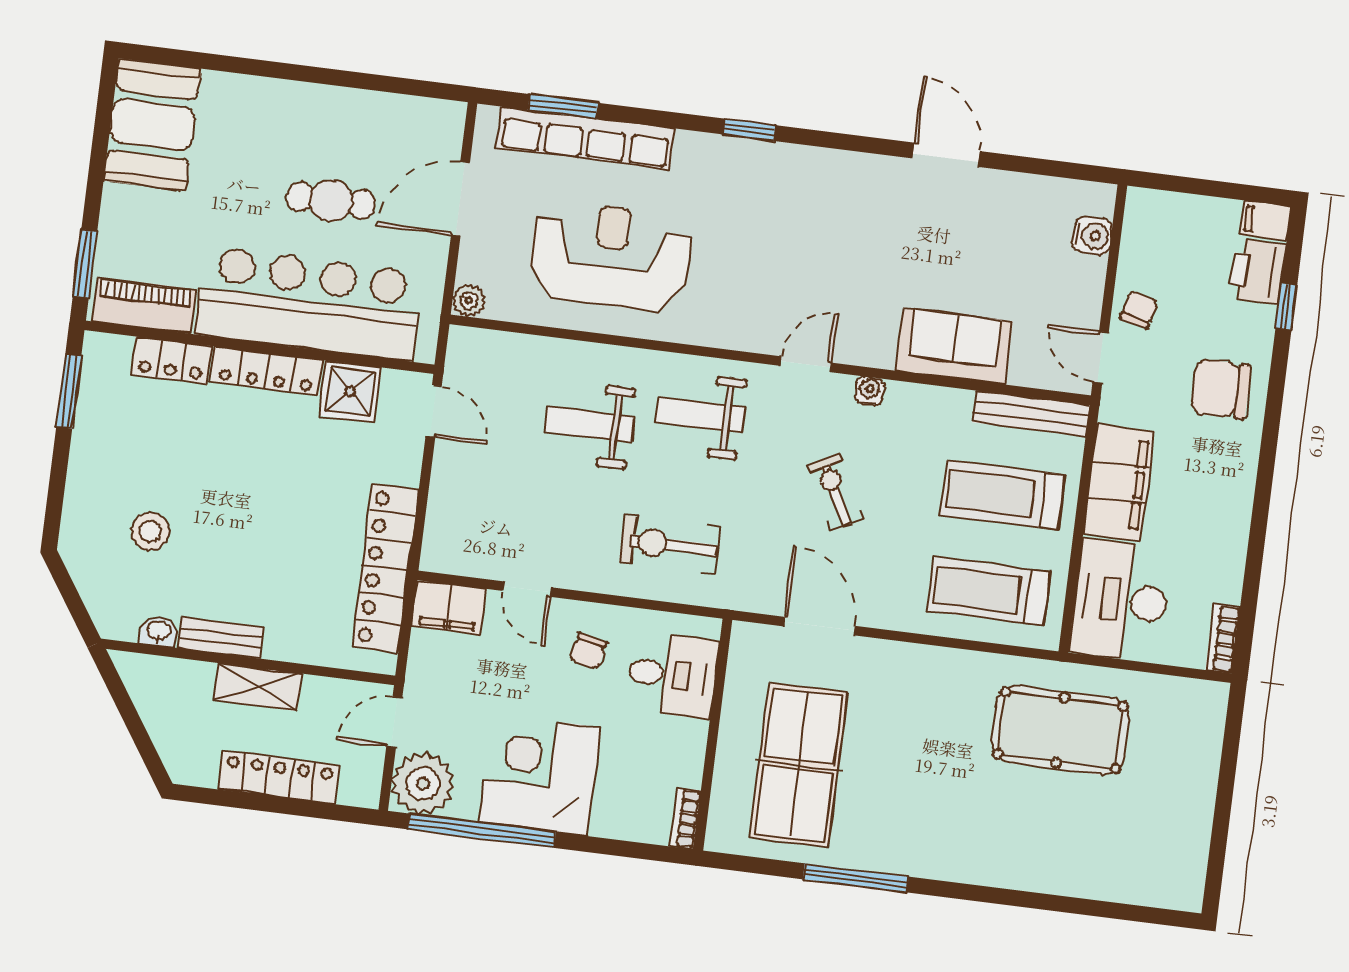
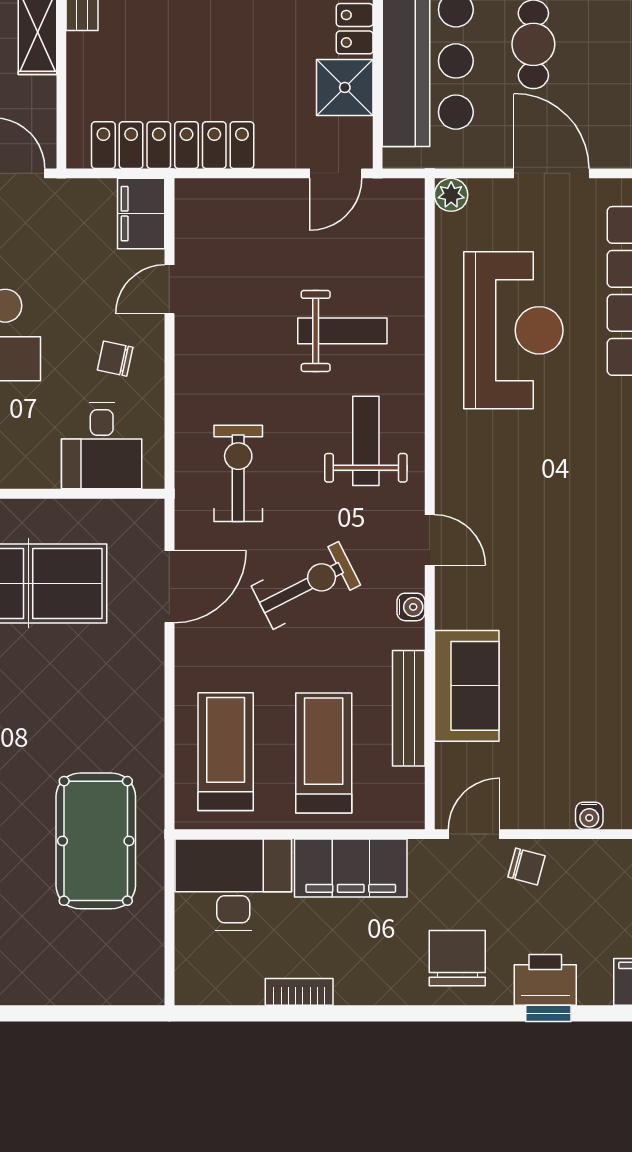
water cooler: (1092, 236) -> (589, 816), width x0.72, depth x0.72
printer: (1257, 271) -> (545, 980), moved
bench: (1031, 414) -> (409, 708), moved
weight bench: (589, 424) -> (342, 331), turned 90
exercise bike: (835, 492) -> (306, 585), width x1.38, depth x1.39
exercise bike: (670, 545) -> (238, 473), moved
bookcase: (1223, 638) -> (299, 992), moved

